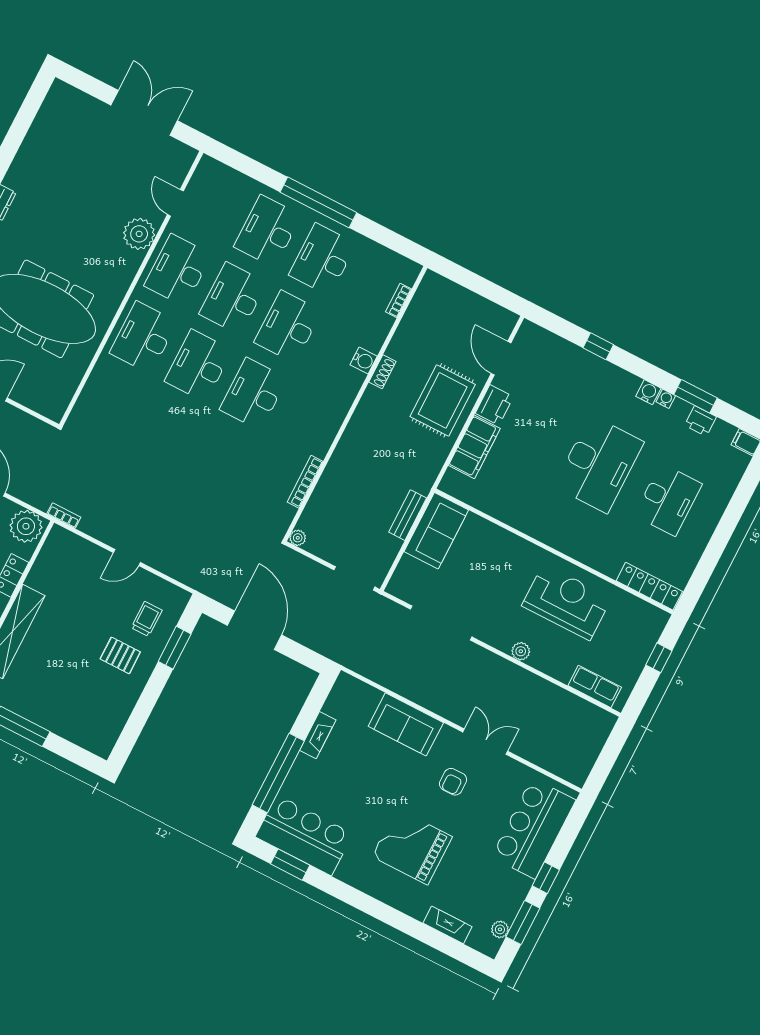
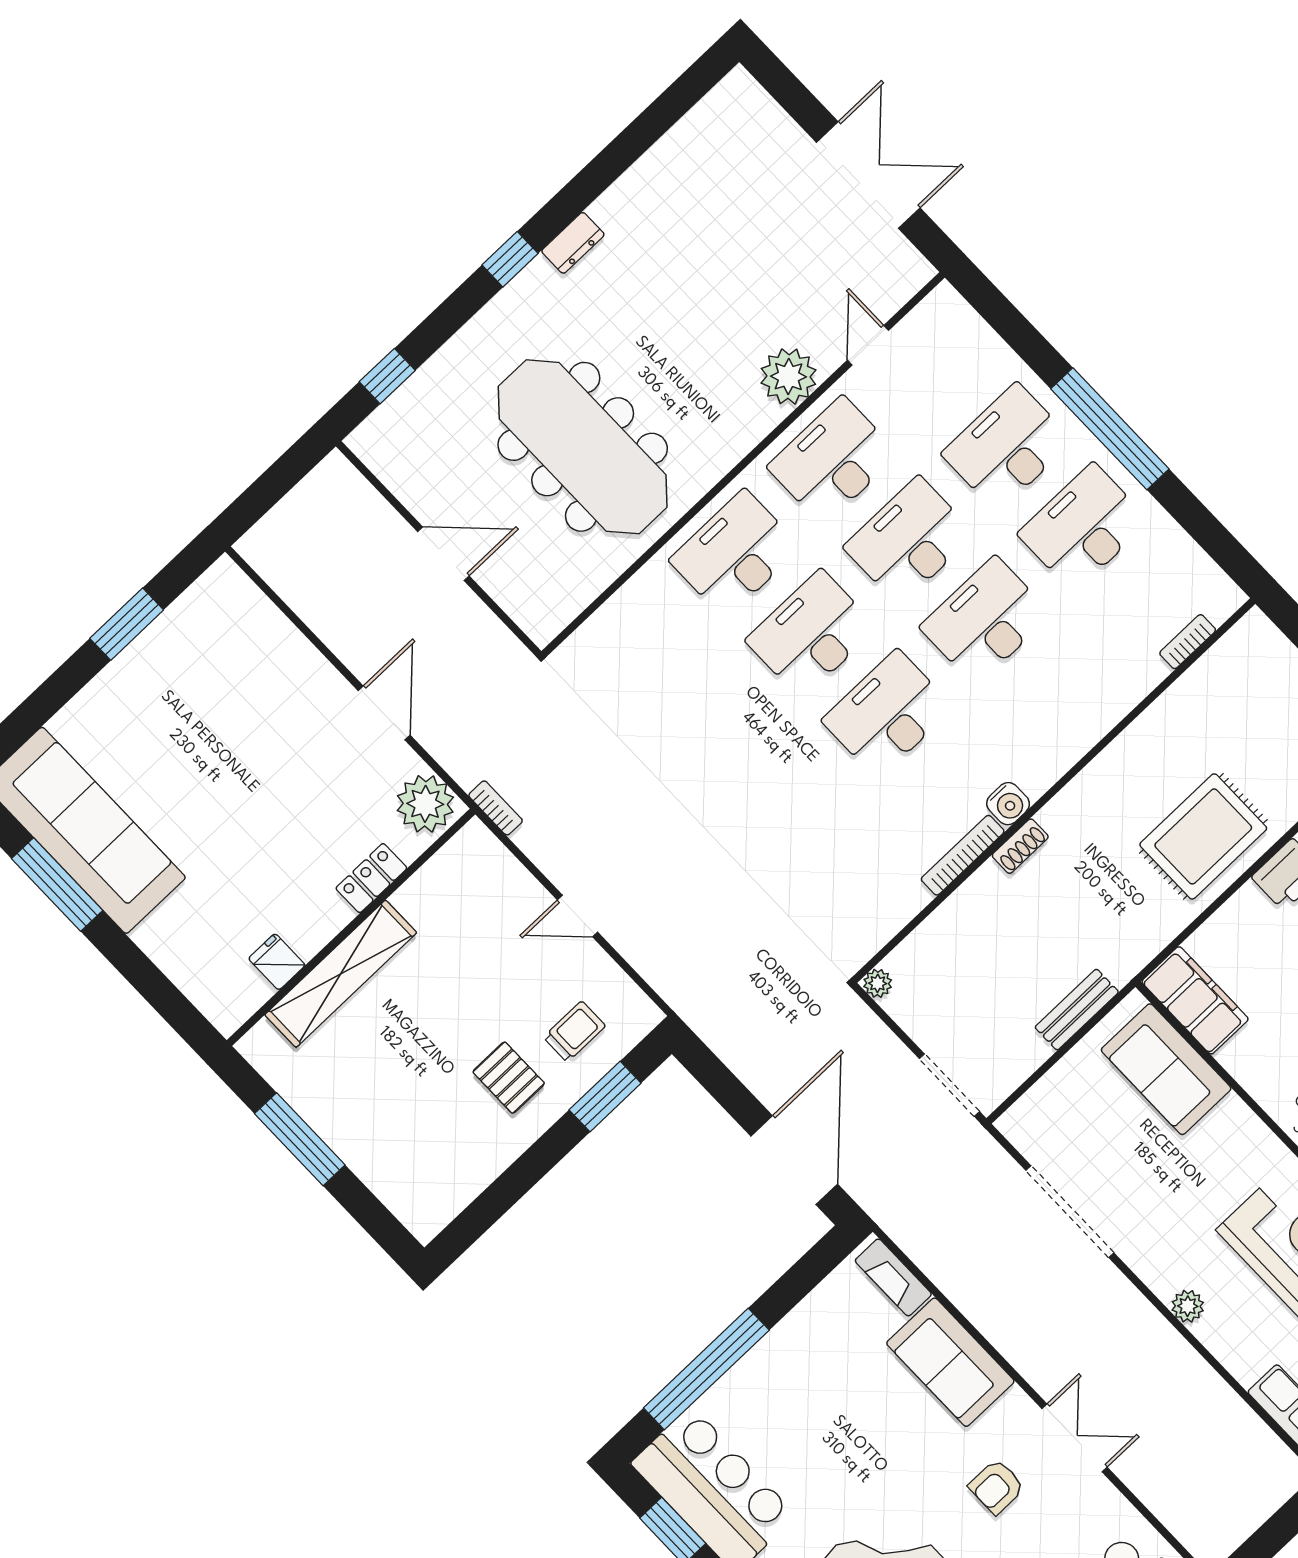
water cooler: (364, 360) -> (1008, 804), moved
shoe rack: (382, 372) -> (1020, 846), moved
filing cabinet: (474, 447) -> (1195, 1000), moved, turned -90
bookcase: (305, 482) -> (963, 855), moved
sofa: (436, 531) -> (1166, 1069), moved, turned 90
door: (254, 630) -> (794, 1160), moved
fireplace: (318, 735) -> (893, 1277), moved, turned 90

